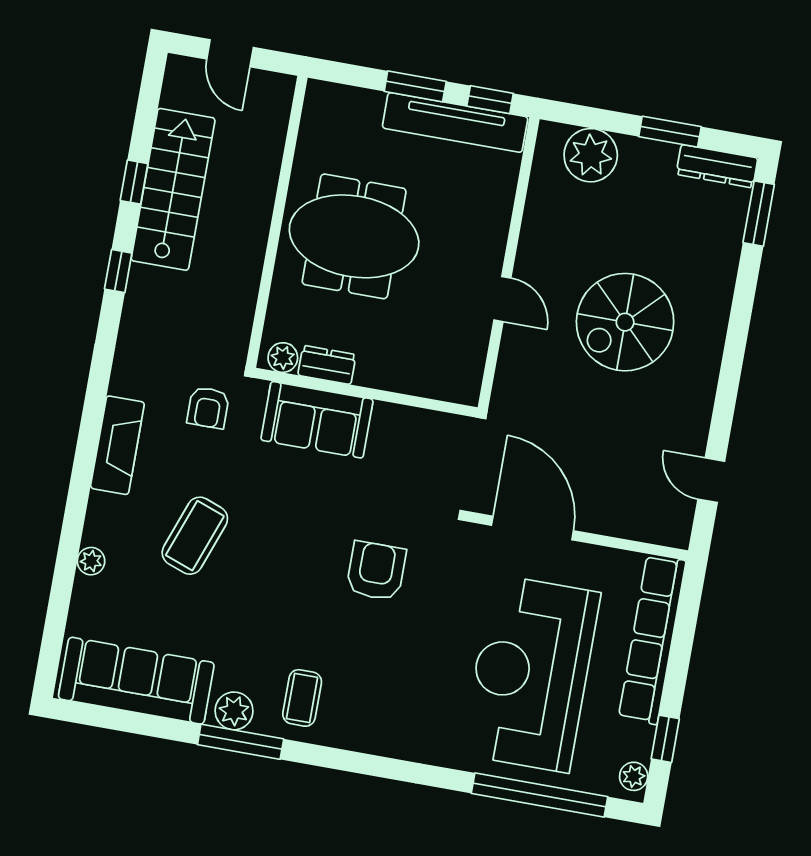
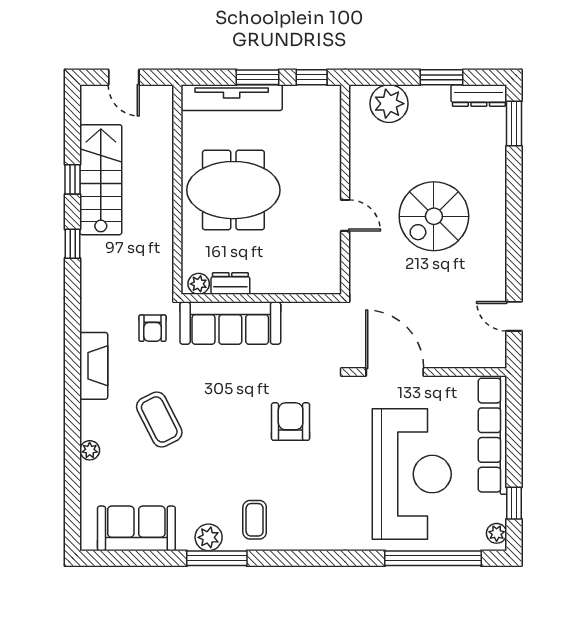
tv unit: (455, 122) -> (232, 98), moved
sofa: (317, 420) -> (230, 323), width x1.36
coffee table: (195, 536) -> (159, 420), turned -47
reception desk: (531, 673) -> (412, 474), turned 180
sofa: (136, 681) -> (136, 528), width x0.73

